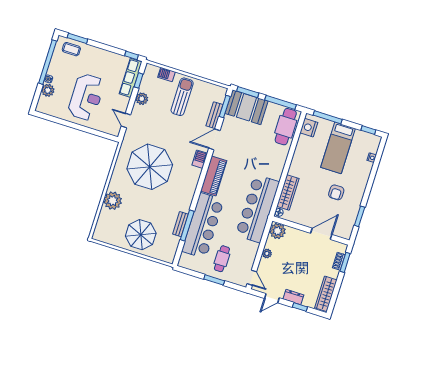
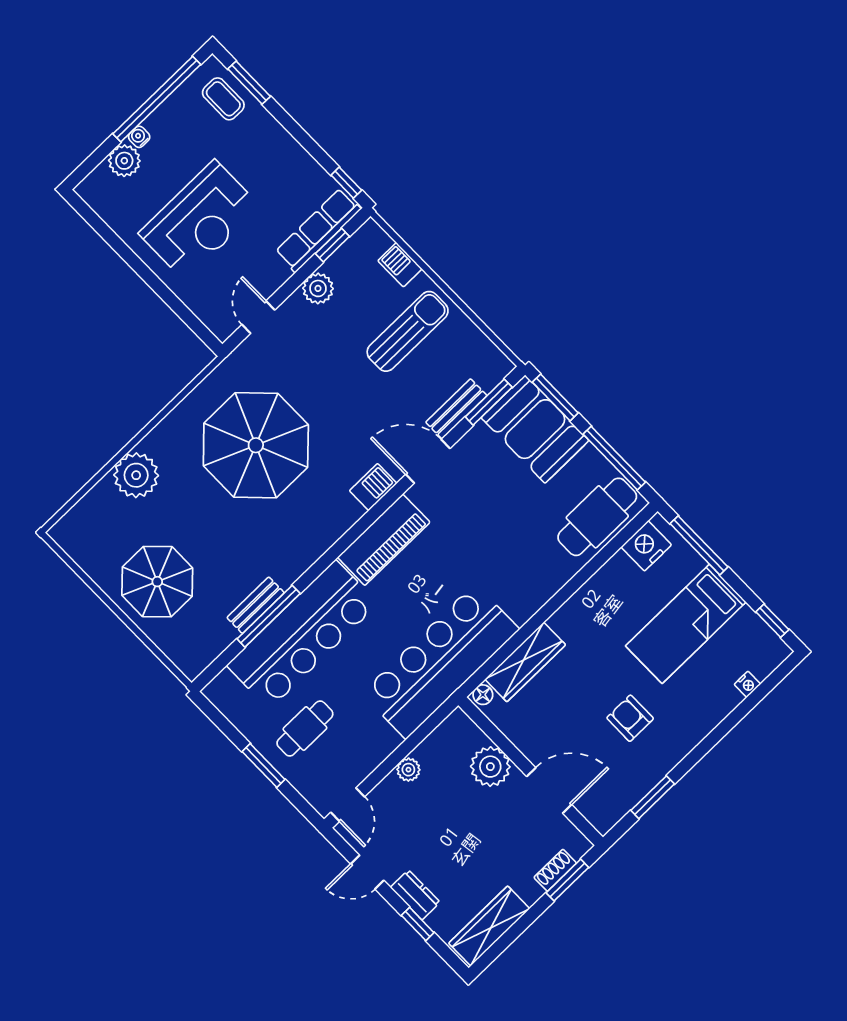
armchair: (336, 192) -> (630, 718), turned 90
plant: (277, 231) -> (490, 767), moved

